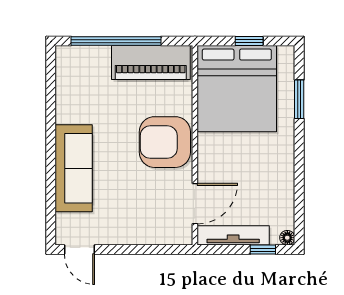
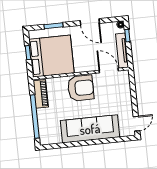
piano: (151, 63) -> (41, 94), width x0.73, depth x0.75
armchair: (165, 142) -> (81, 88), turned -90
sofa: (74, 168) -> (90, 129), width x1.36, depth x1.27
door: (299, 175) -> (90, 22), added

